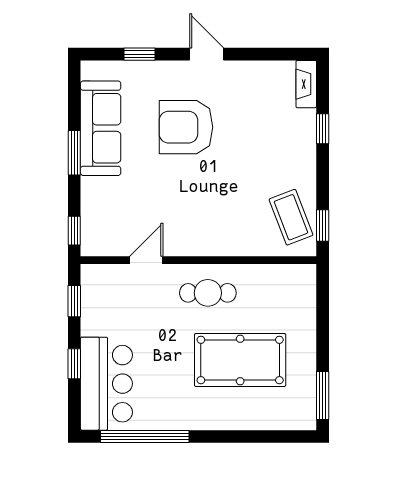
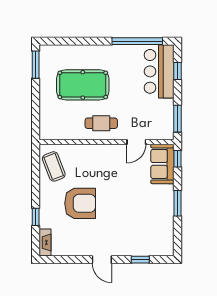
armchair: (186, 127) -> (80, 203), moved
sofa: (101, 128) -> (162, 164), moved, width x0.73
window: (323, 225) -> (36, 162), removed
window: (74, 301) -> (178, 119), width x1.50
window: (74, 364) -> (178, 71), moved

